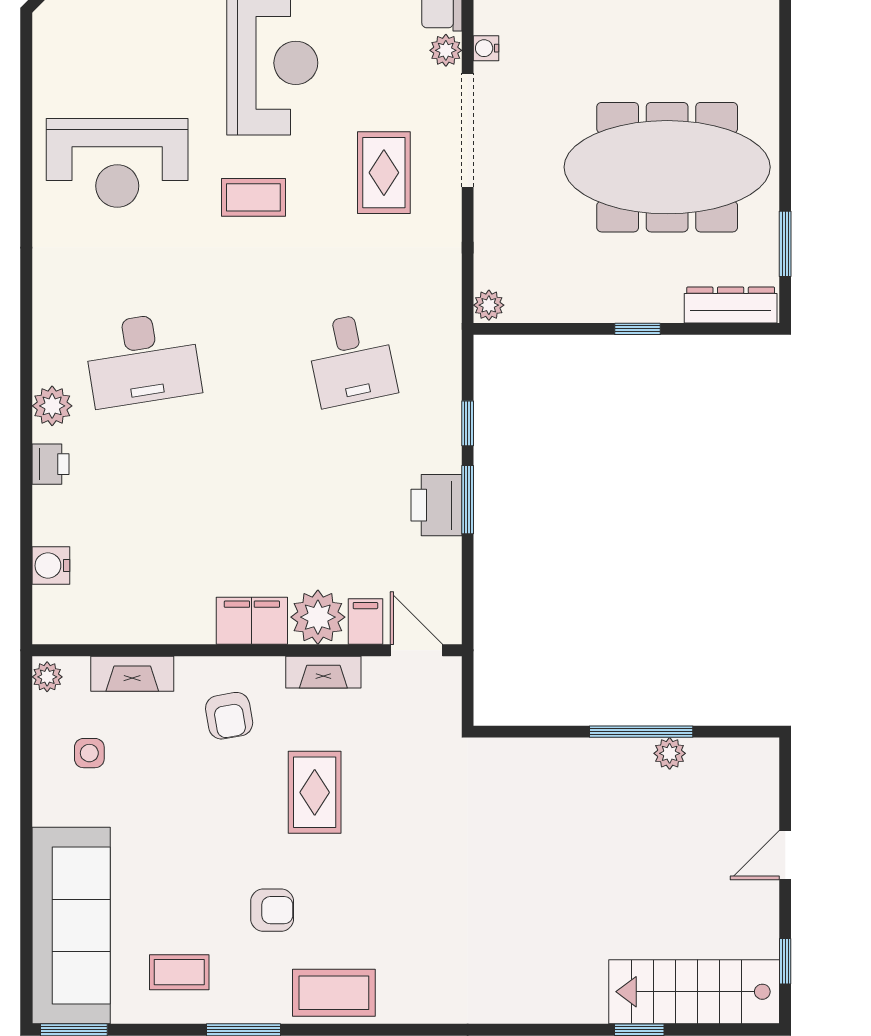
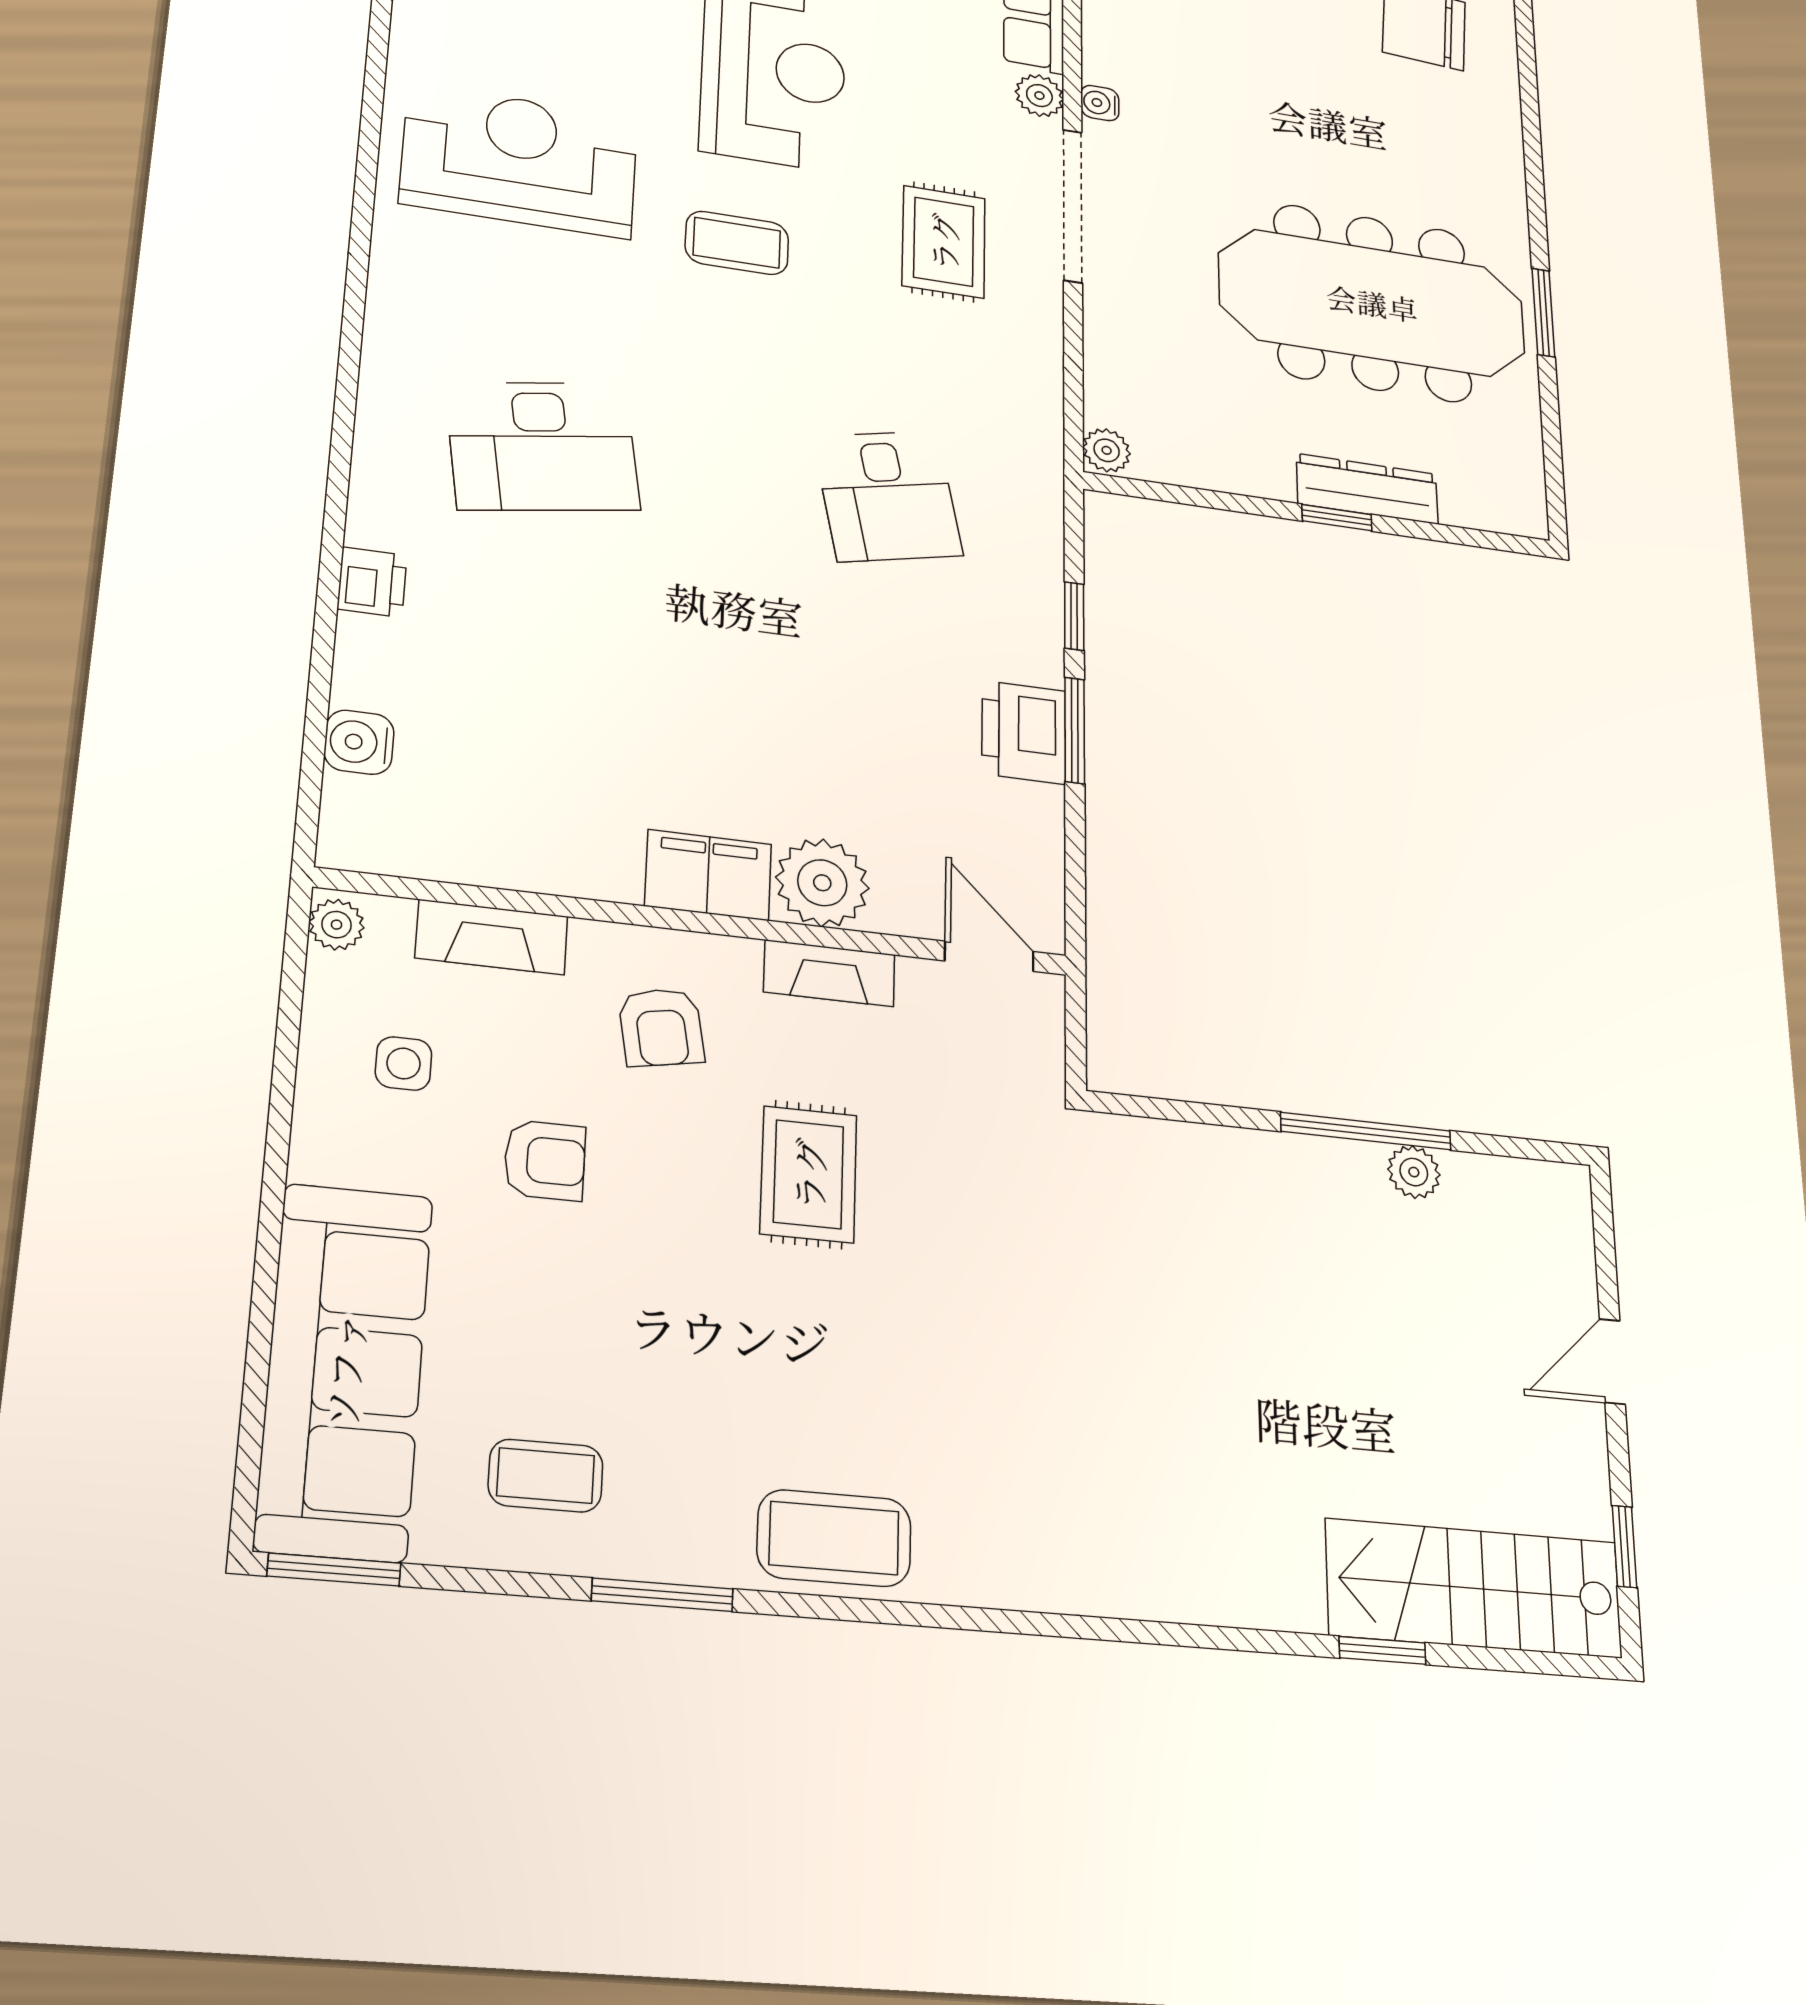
reception desk: (117, 163) -> (519, 160), turned 180
window: (785, 244) -> (1543, 313), moved
dresser: (731, 305) -> (1367, 489), moved
plant: (52, 406) -> (383, 494), removed
filing cabinet: (365, 622) -> (903, 900), removed
armchair: (272, 910) -> (545, 1160), moved

